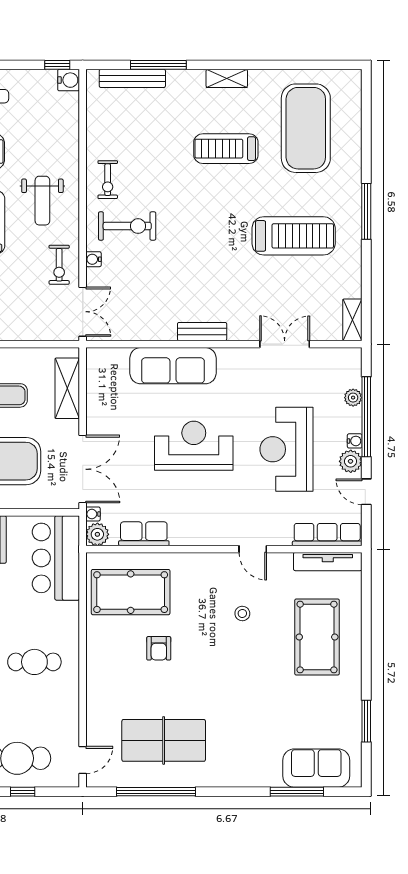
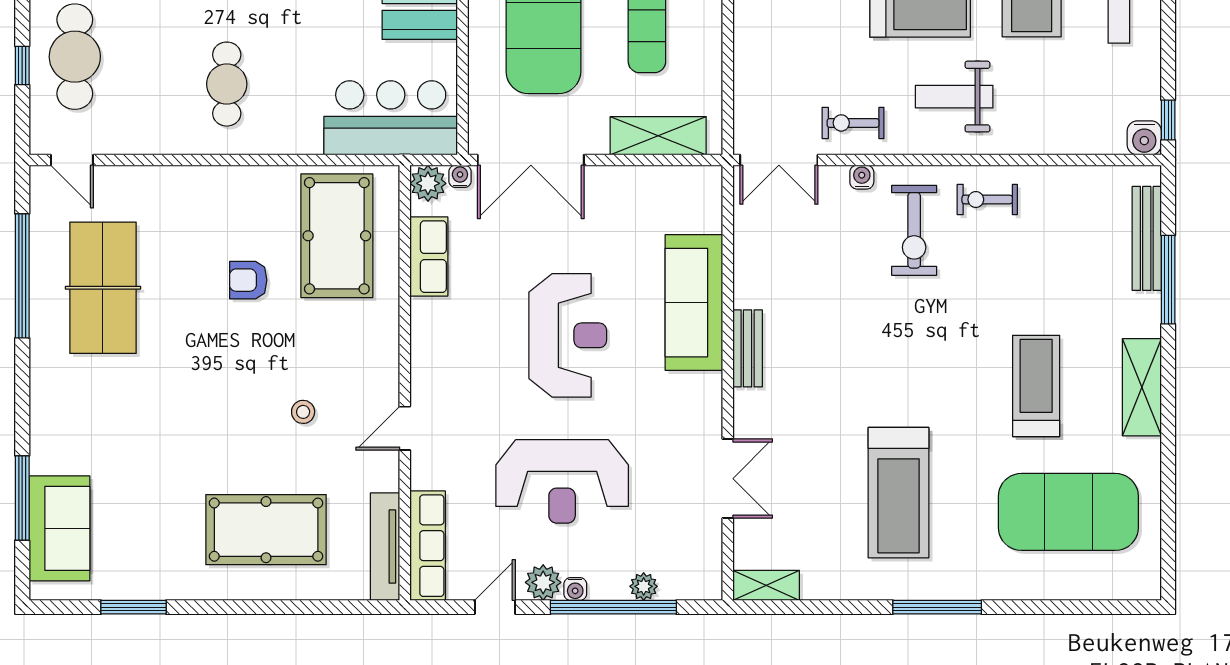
shelving: (227, 78) -> (1142, 387), width x1.50, depth x1.33
reception desk: (286, 449) -> (562, 481), turned 180

